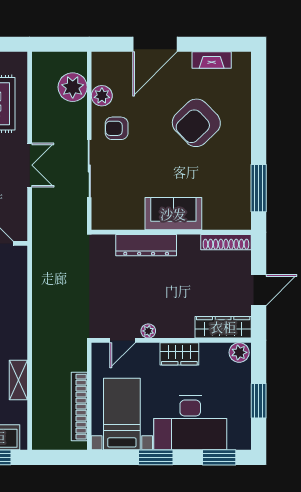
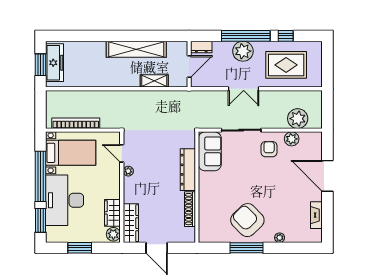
plant: (244, 113) -> (280, 238), added
armchair: (196, 123) -> (247, 220), moved
window: (259, 188) -> (246, 248), moved
sofa: (173, 214) -> (210, 151), moved
shoe rack: (226, 242) -> (190, 209), moved
wardrobe: (179, 354) -> (112, 213), moved
shelving: (18, 380) -> (154, 81), moved
window: (156, 457) -> (40, 176), width x2.11

